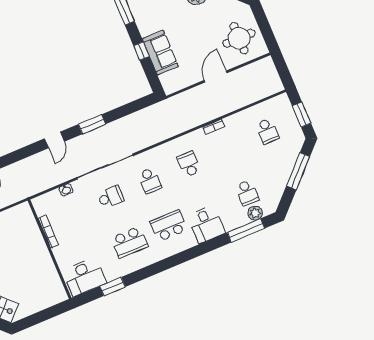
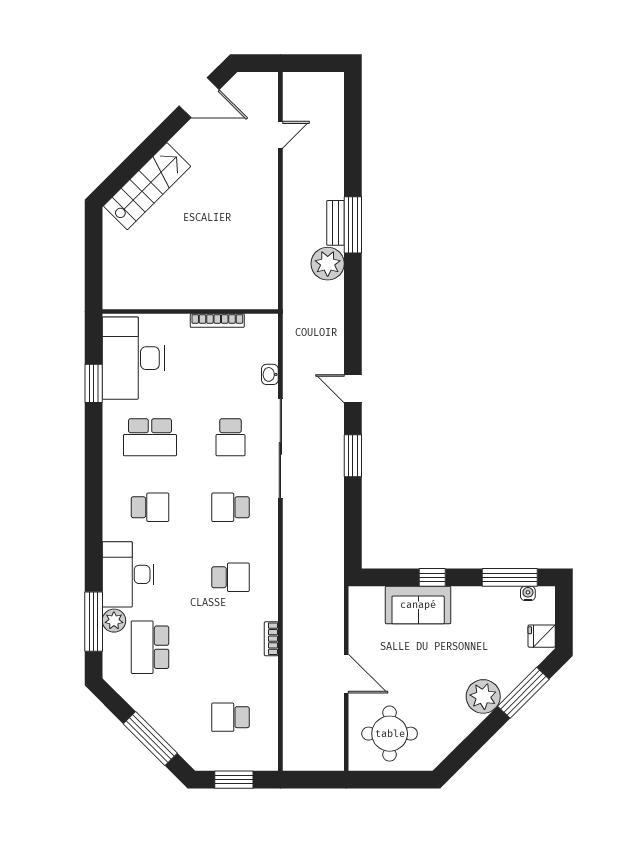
school desk: (247, 193) -> (150, 647), width x1.85
plant: (255, 213) -> (114, 621), moved
desk: (206, 224) -> (128, 574), width x1.37
school desk: (169, 226) -> (150, 507), width x0.54
school desk: (129, 242) -> (150, 437), turned -90
desk: (85, 277) -> (133, 358), width x1.36, depth x1.30

